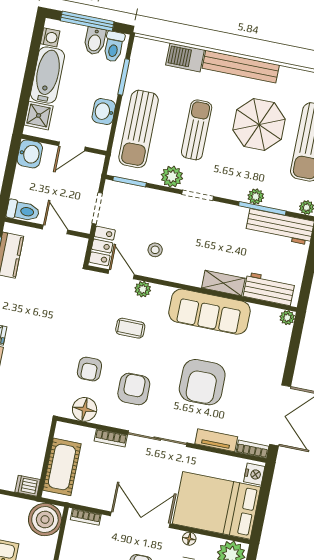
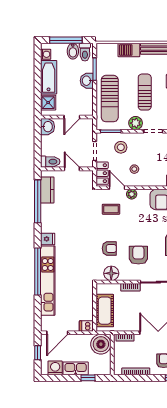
washbasin: (104, 112) -> (87, 81), moved
stool: (140, 211) -> (121, 147), added
coffee table: (130, 328) -> (111, 209), moved
armchair: (89, 369) -> (109, 248), turned -90

